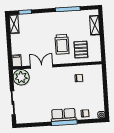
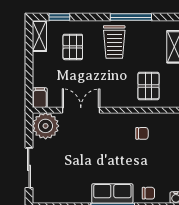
pallet: (34, 29) -> (73, 47), added
trolley: (62, 44) -> (114, 42), moved

